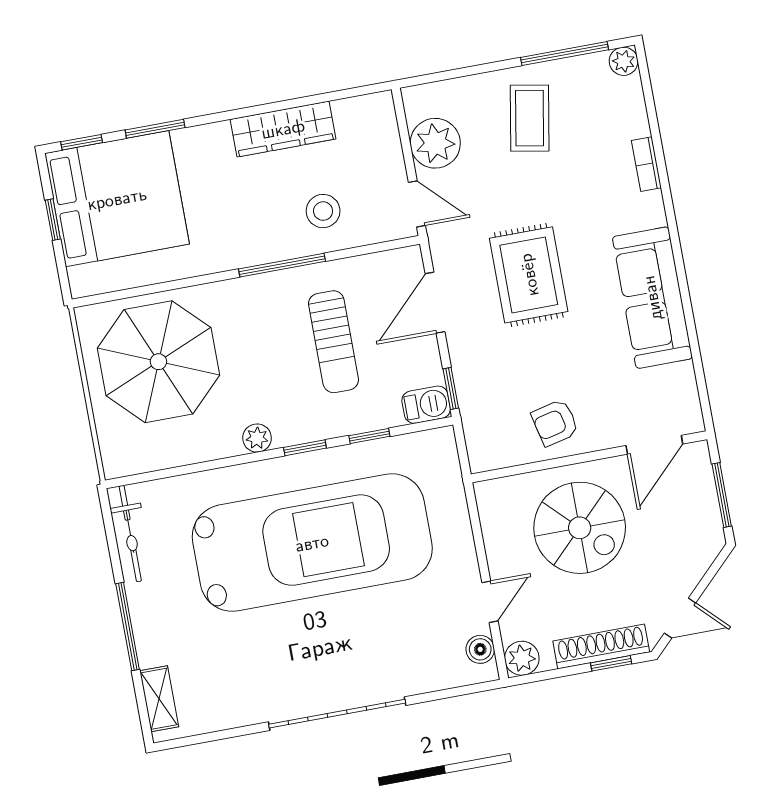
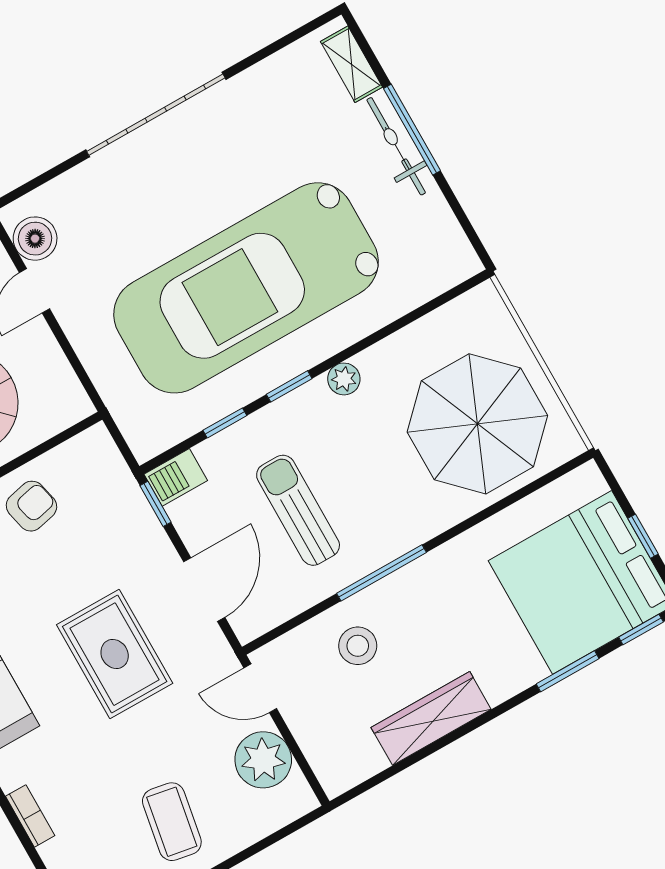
bicycle: (130, 534) -> (396, 146), moved
boiler: (480, 649) -> (35, 239), width x1.36, depth x1.36

